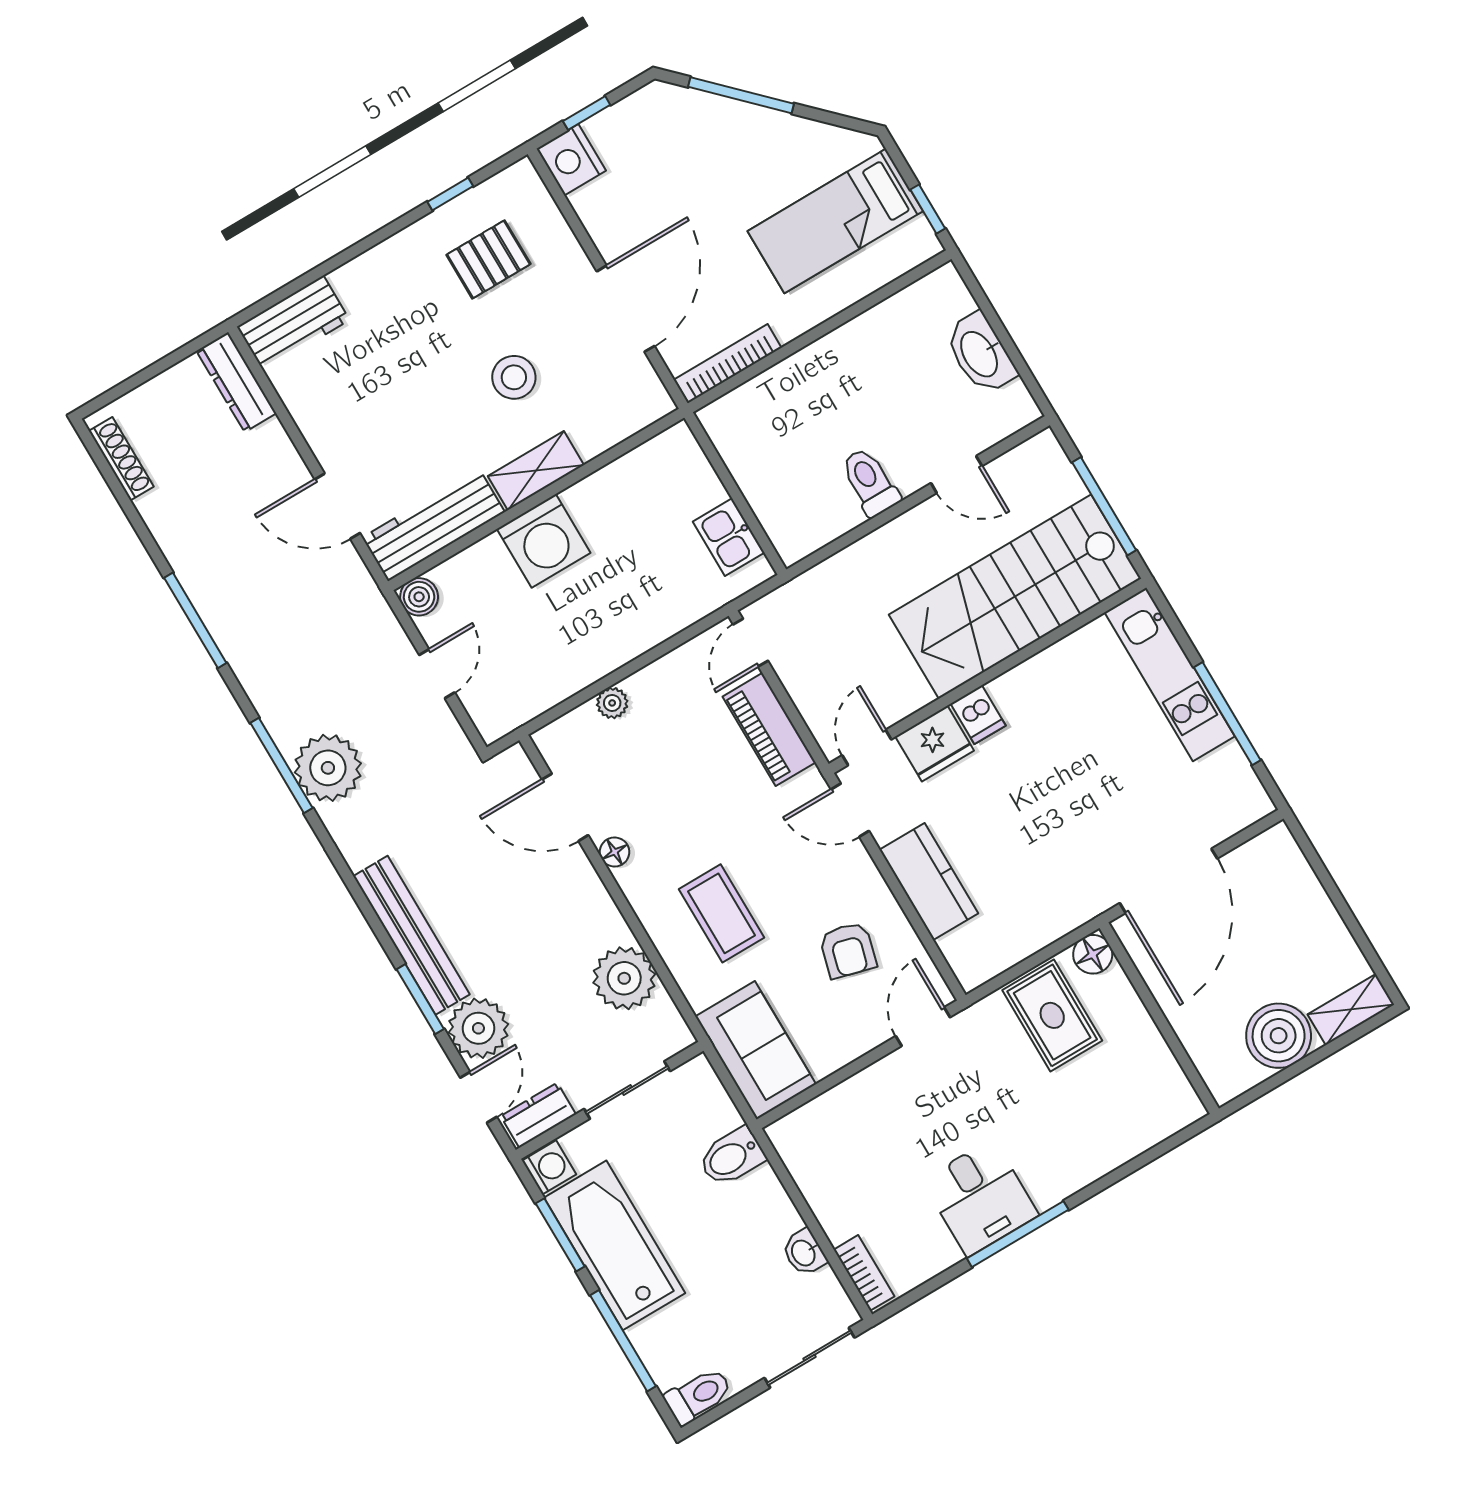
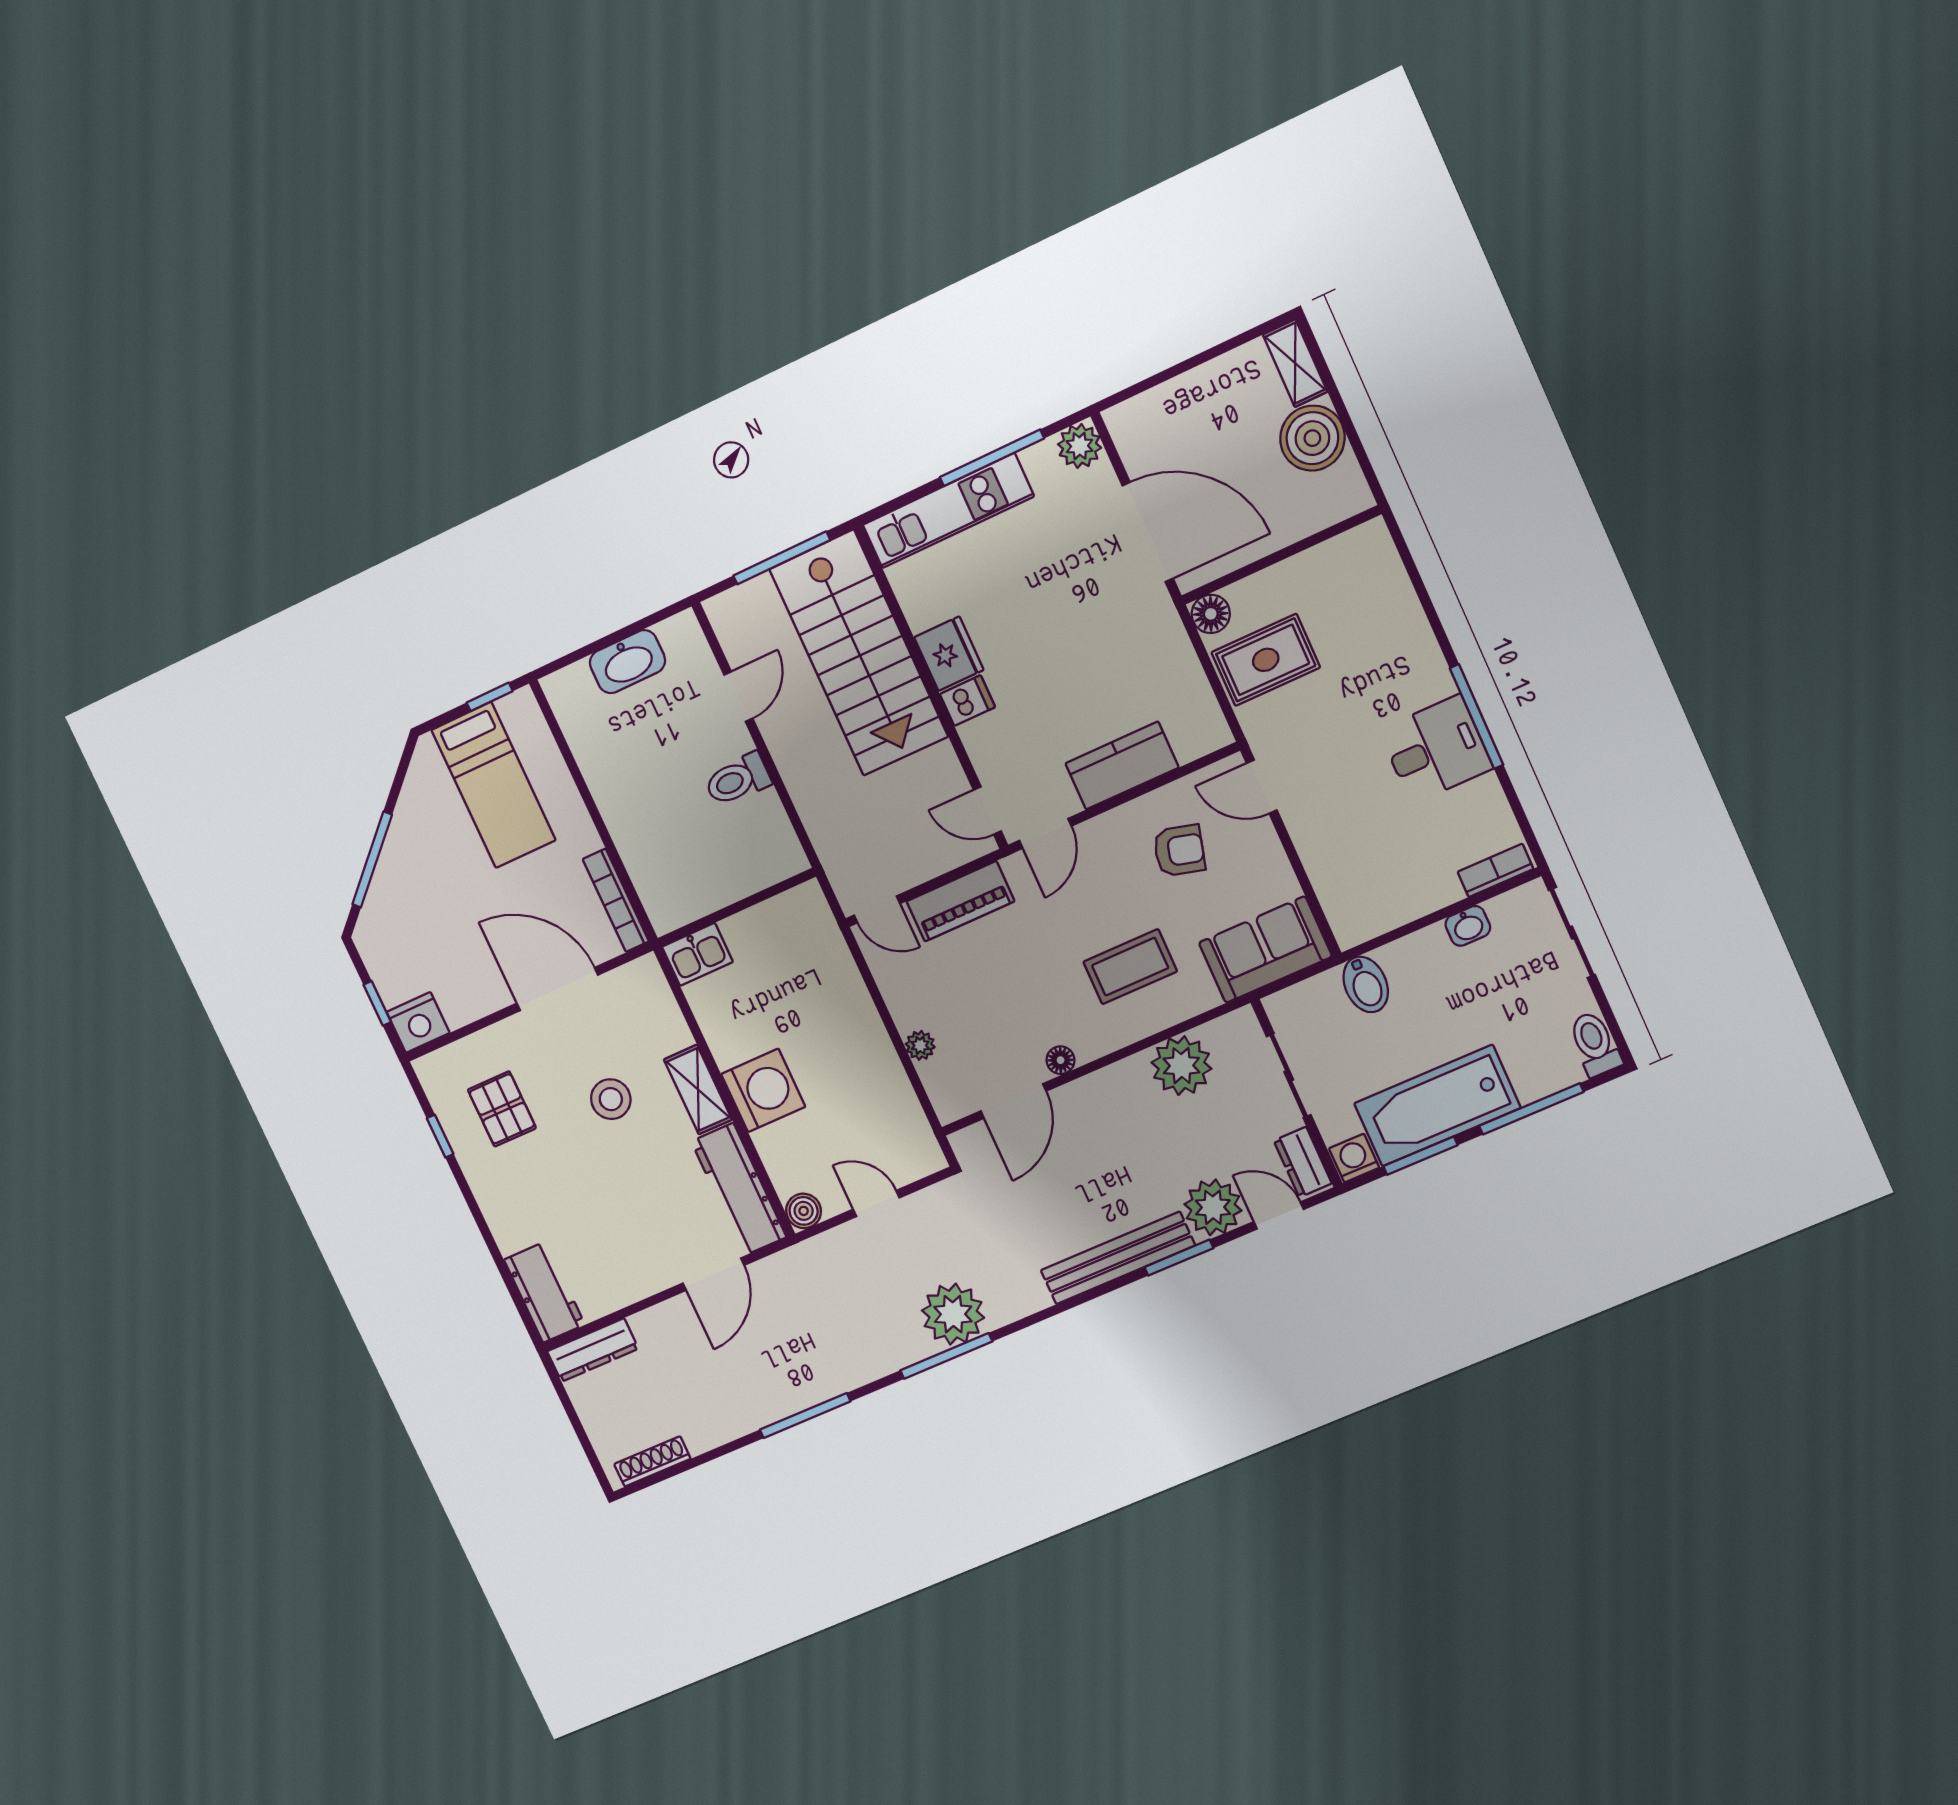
kitchen sink: (729, 537) -> (697, 954), moved
fridge: (935, 744) -> (949, 654), moved
plant: (1248, 802) -> (1080, 446), added

